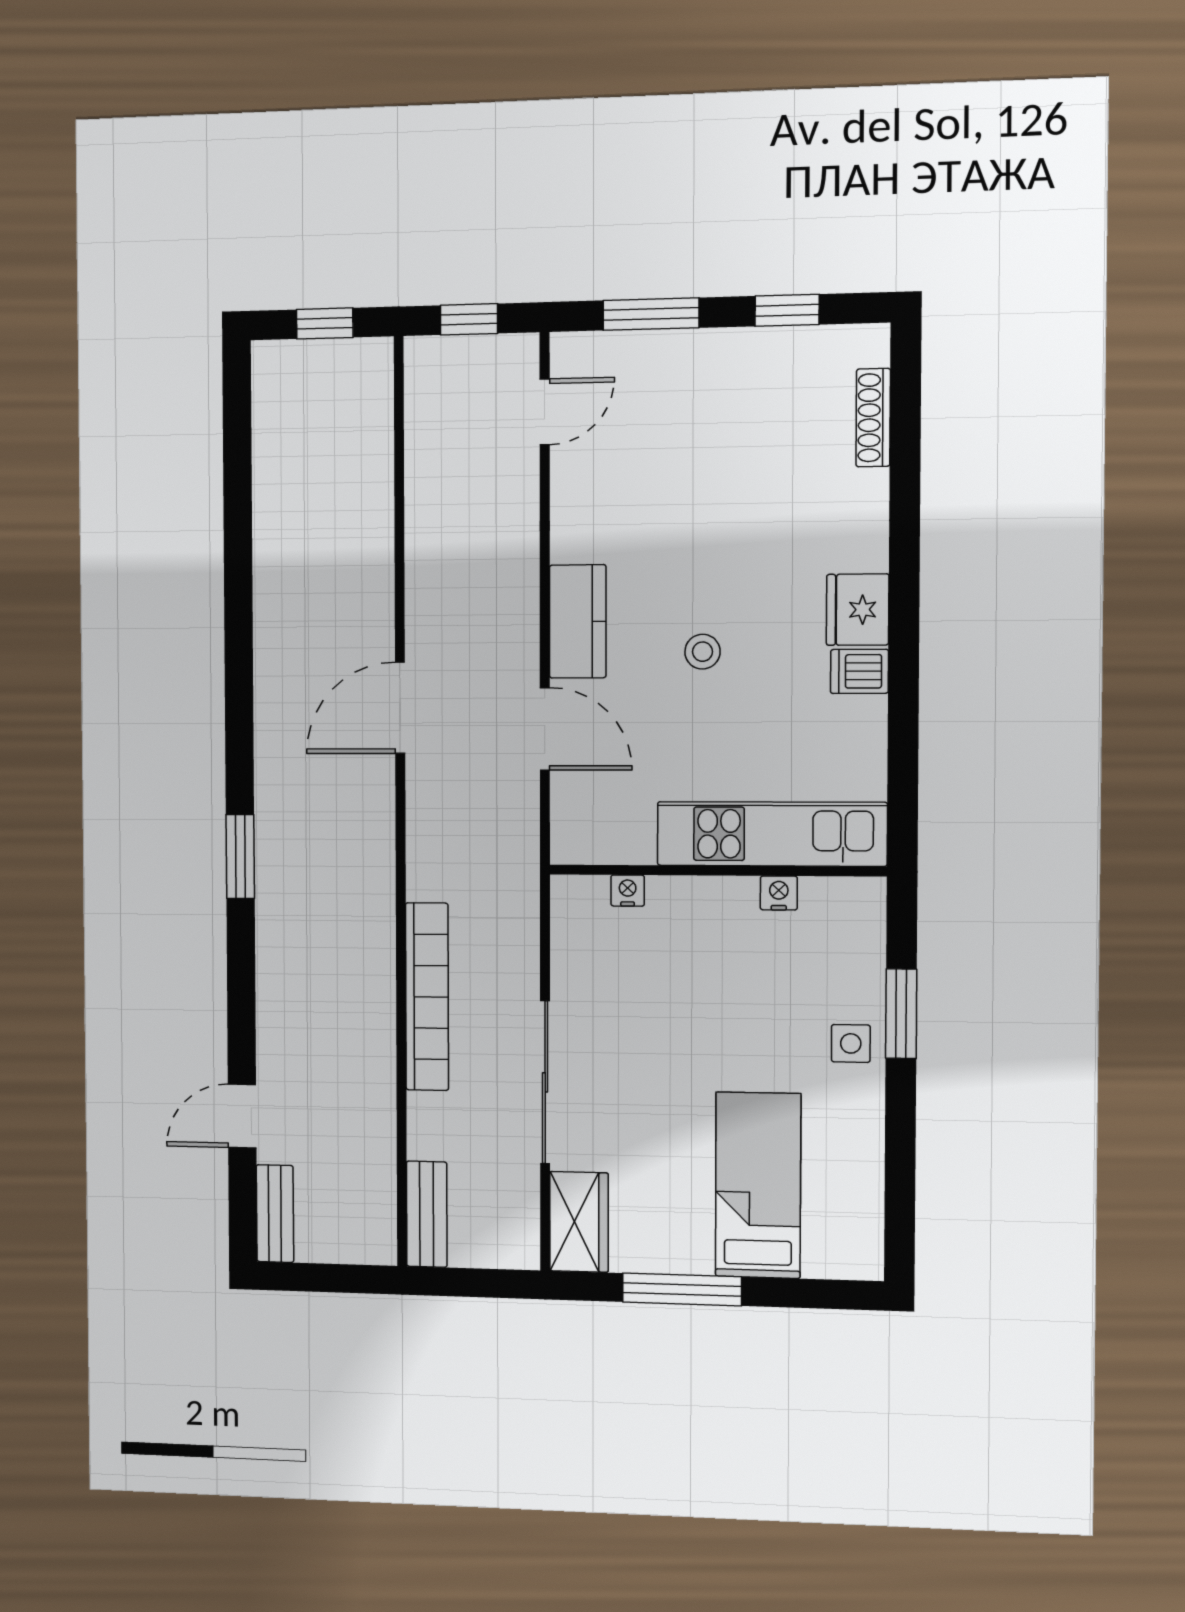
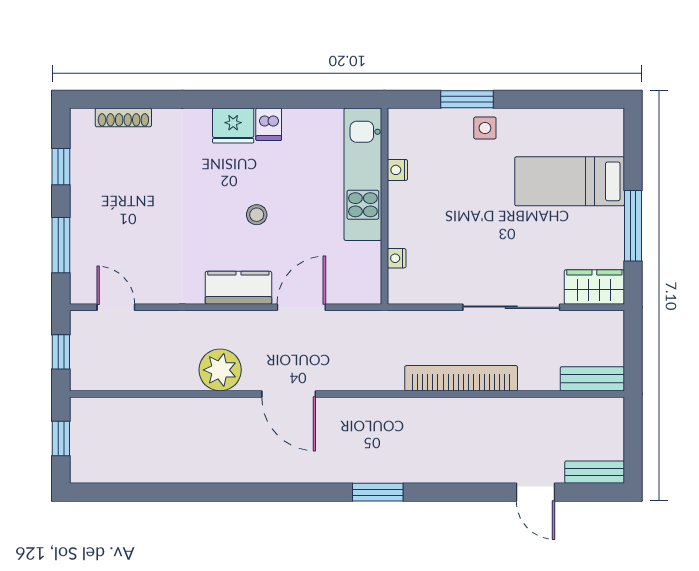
plant: (440, 592) -> (220, 370), added

